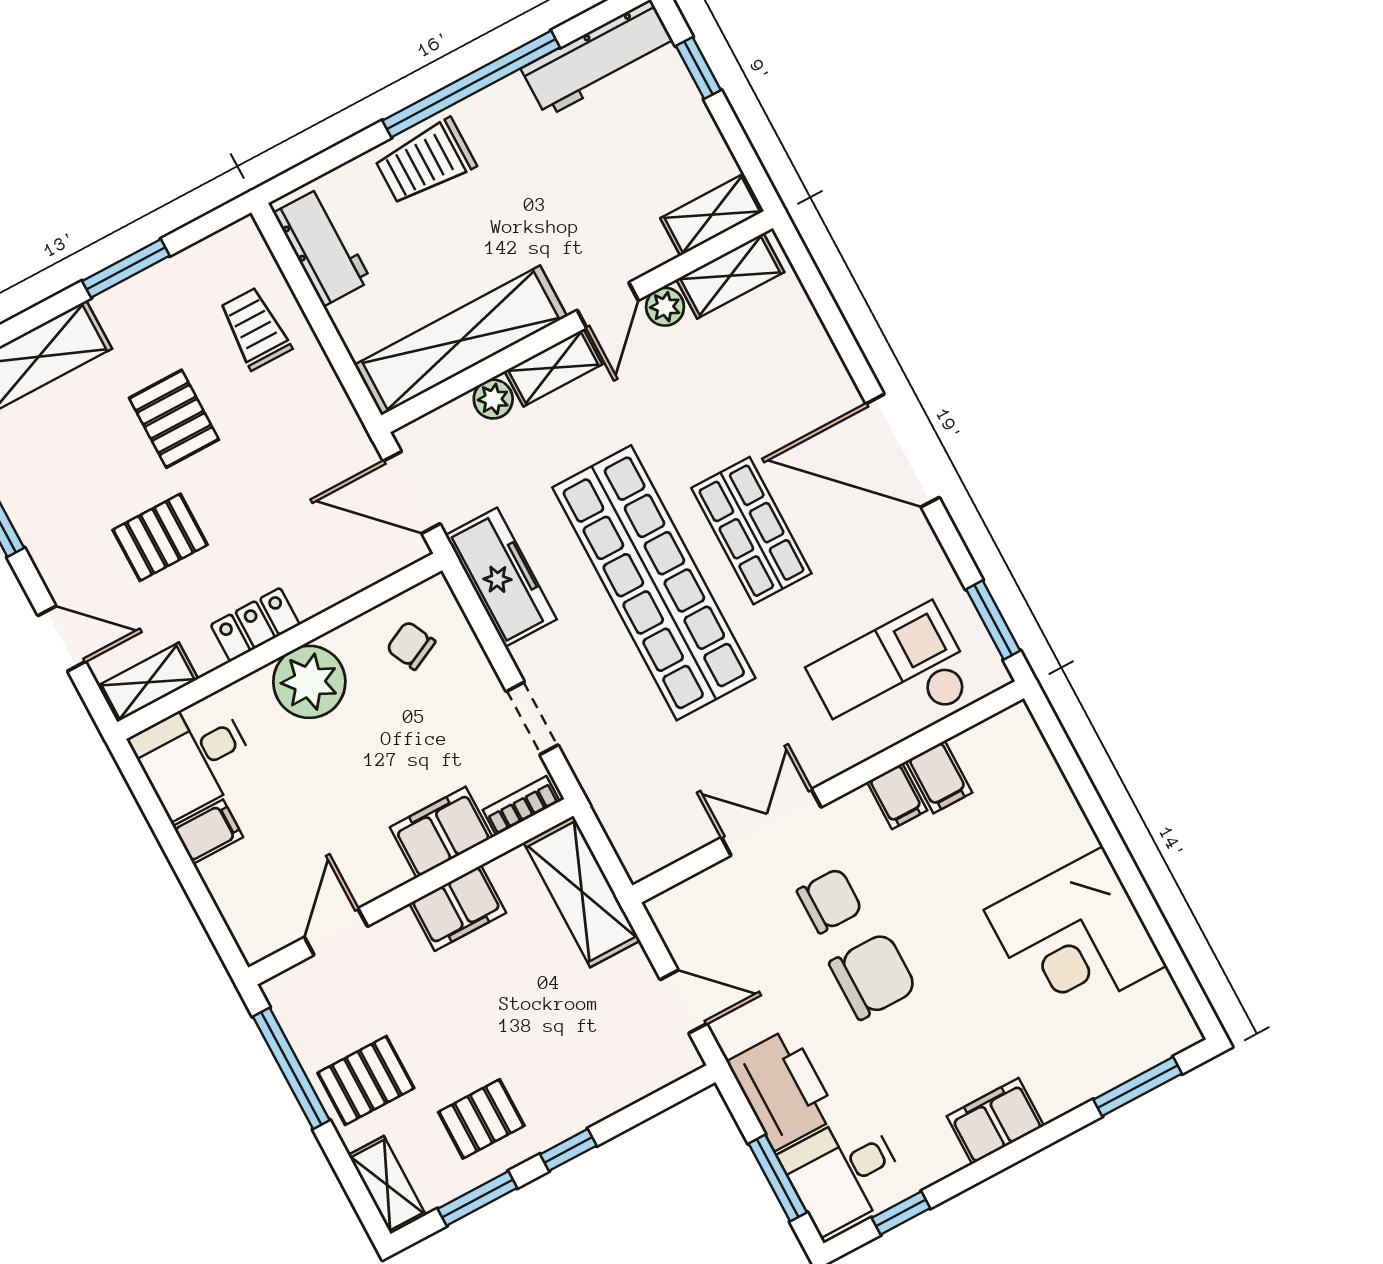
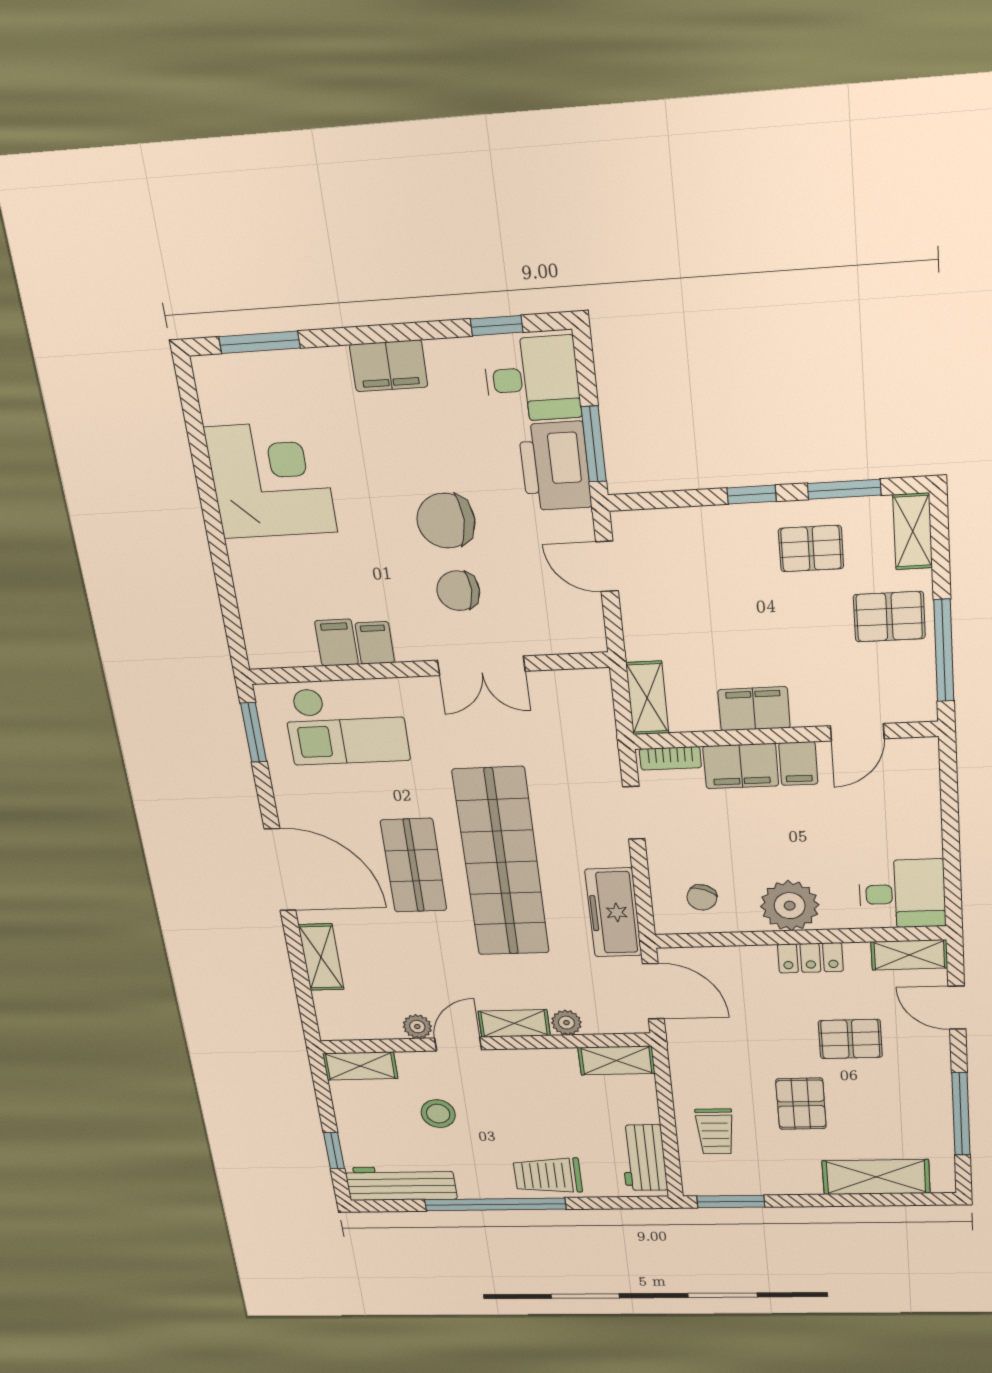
trolley: (425, 162) -> (548, 1175), turned 180
stool: (593, 190) -> (438, 1114), added
window: (126, 268) -> (731, 1201), moved
shelving: (730, 276) -> (321, 957), moved, turned 90
shelving: (461, 340) -> (616, 1060), width x0.45, depth x0.75
chair: (411, 645) -> (702, 897), turned 48
filing cabinet: (208, 832) -> (798, 764), moved, turned -90
shelving: (582, 891) -> (647, 698), width x0.67, depth x0.75
window: (778, 1178) -> (594, 444), moved

